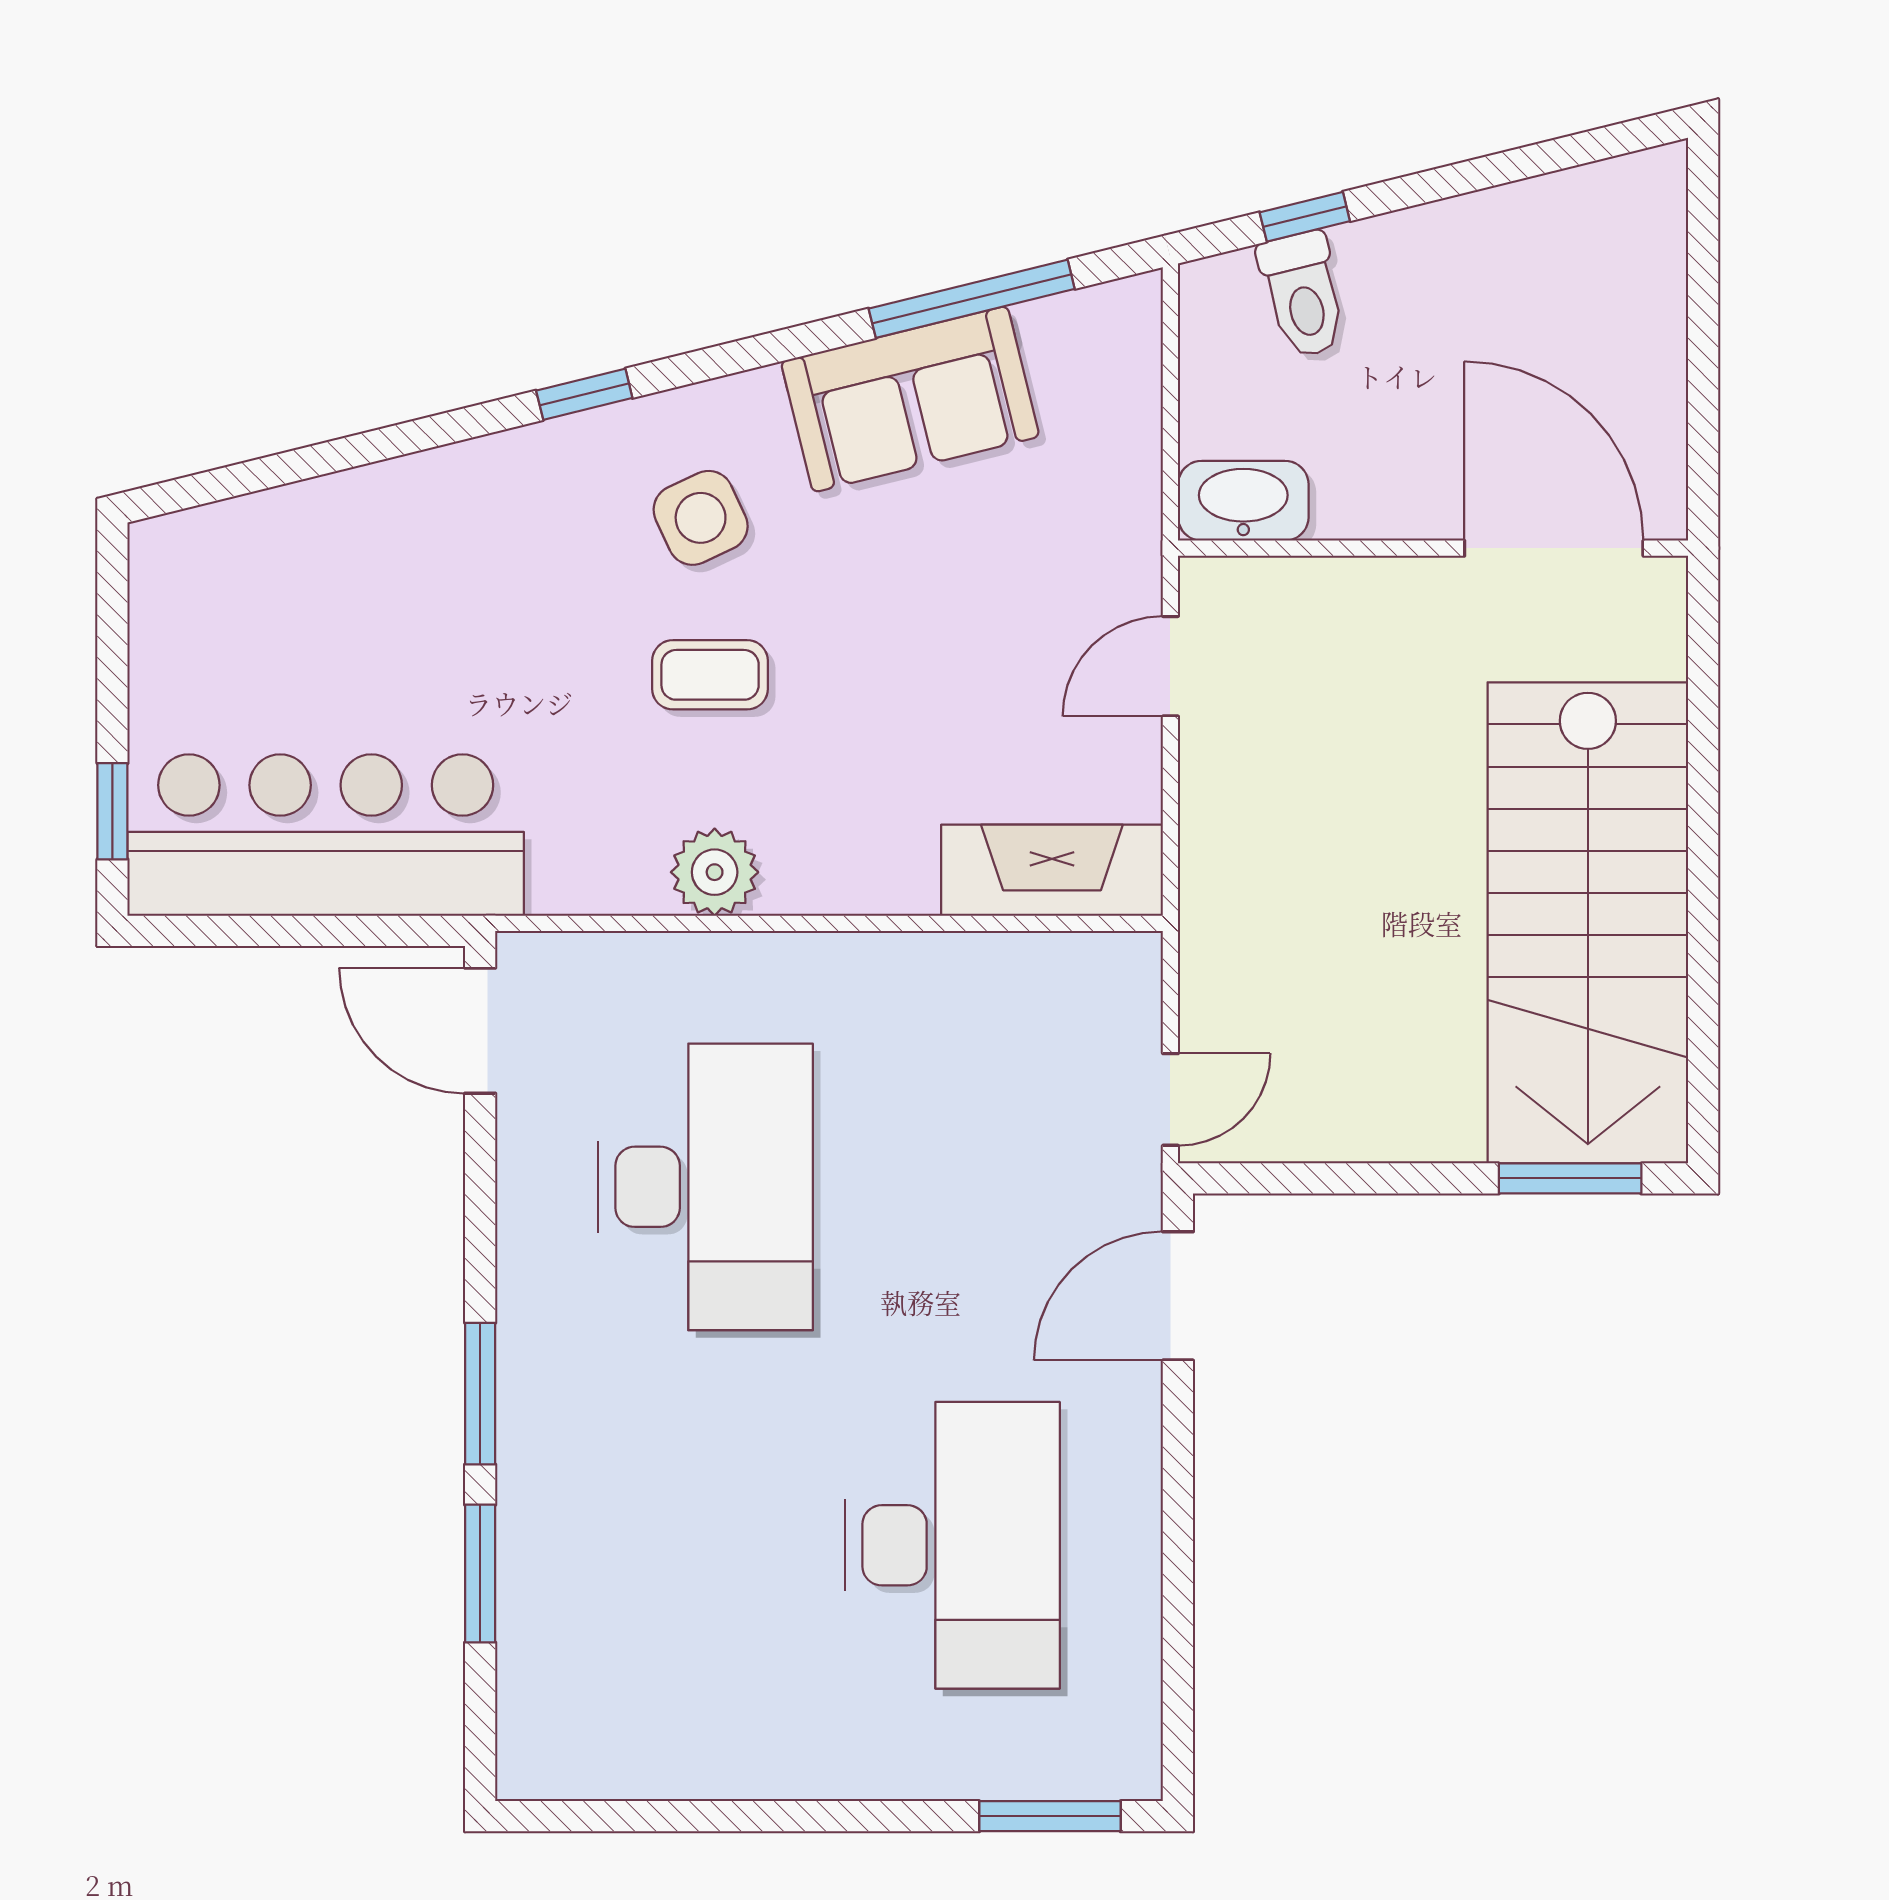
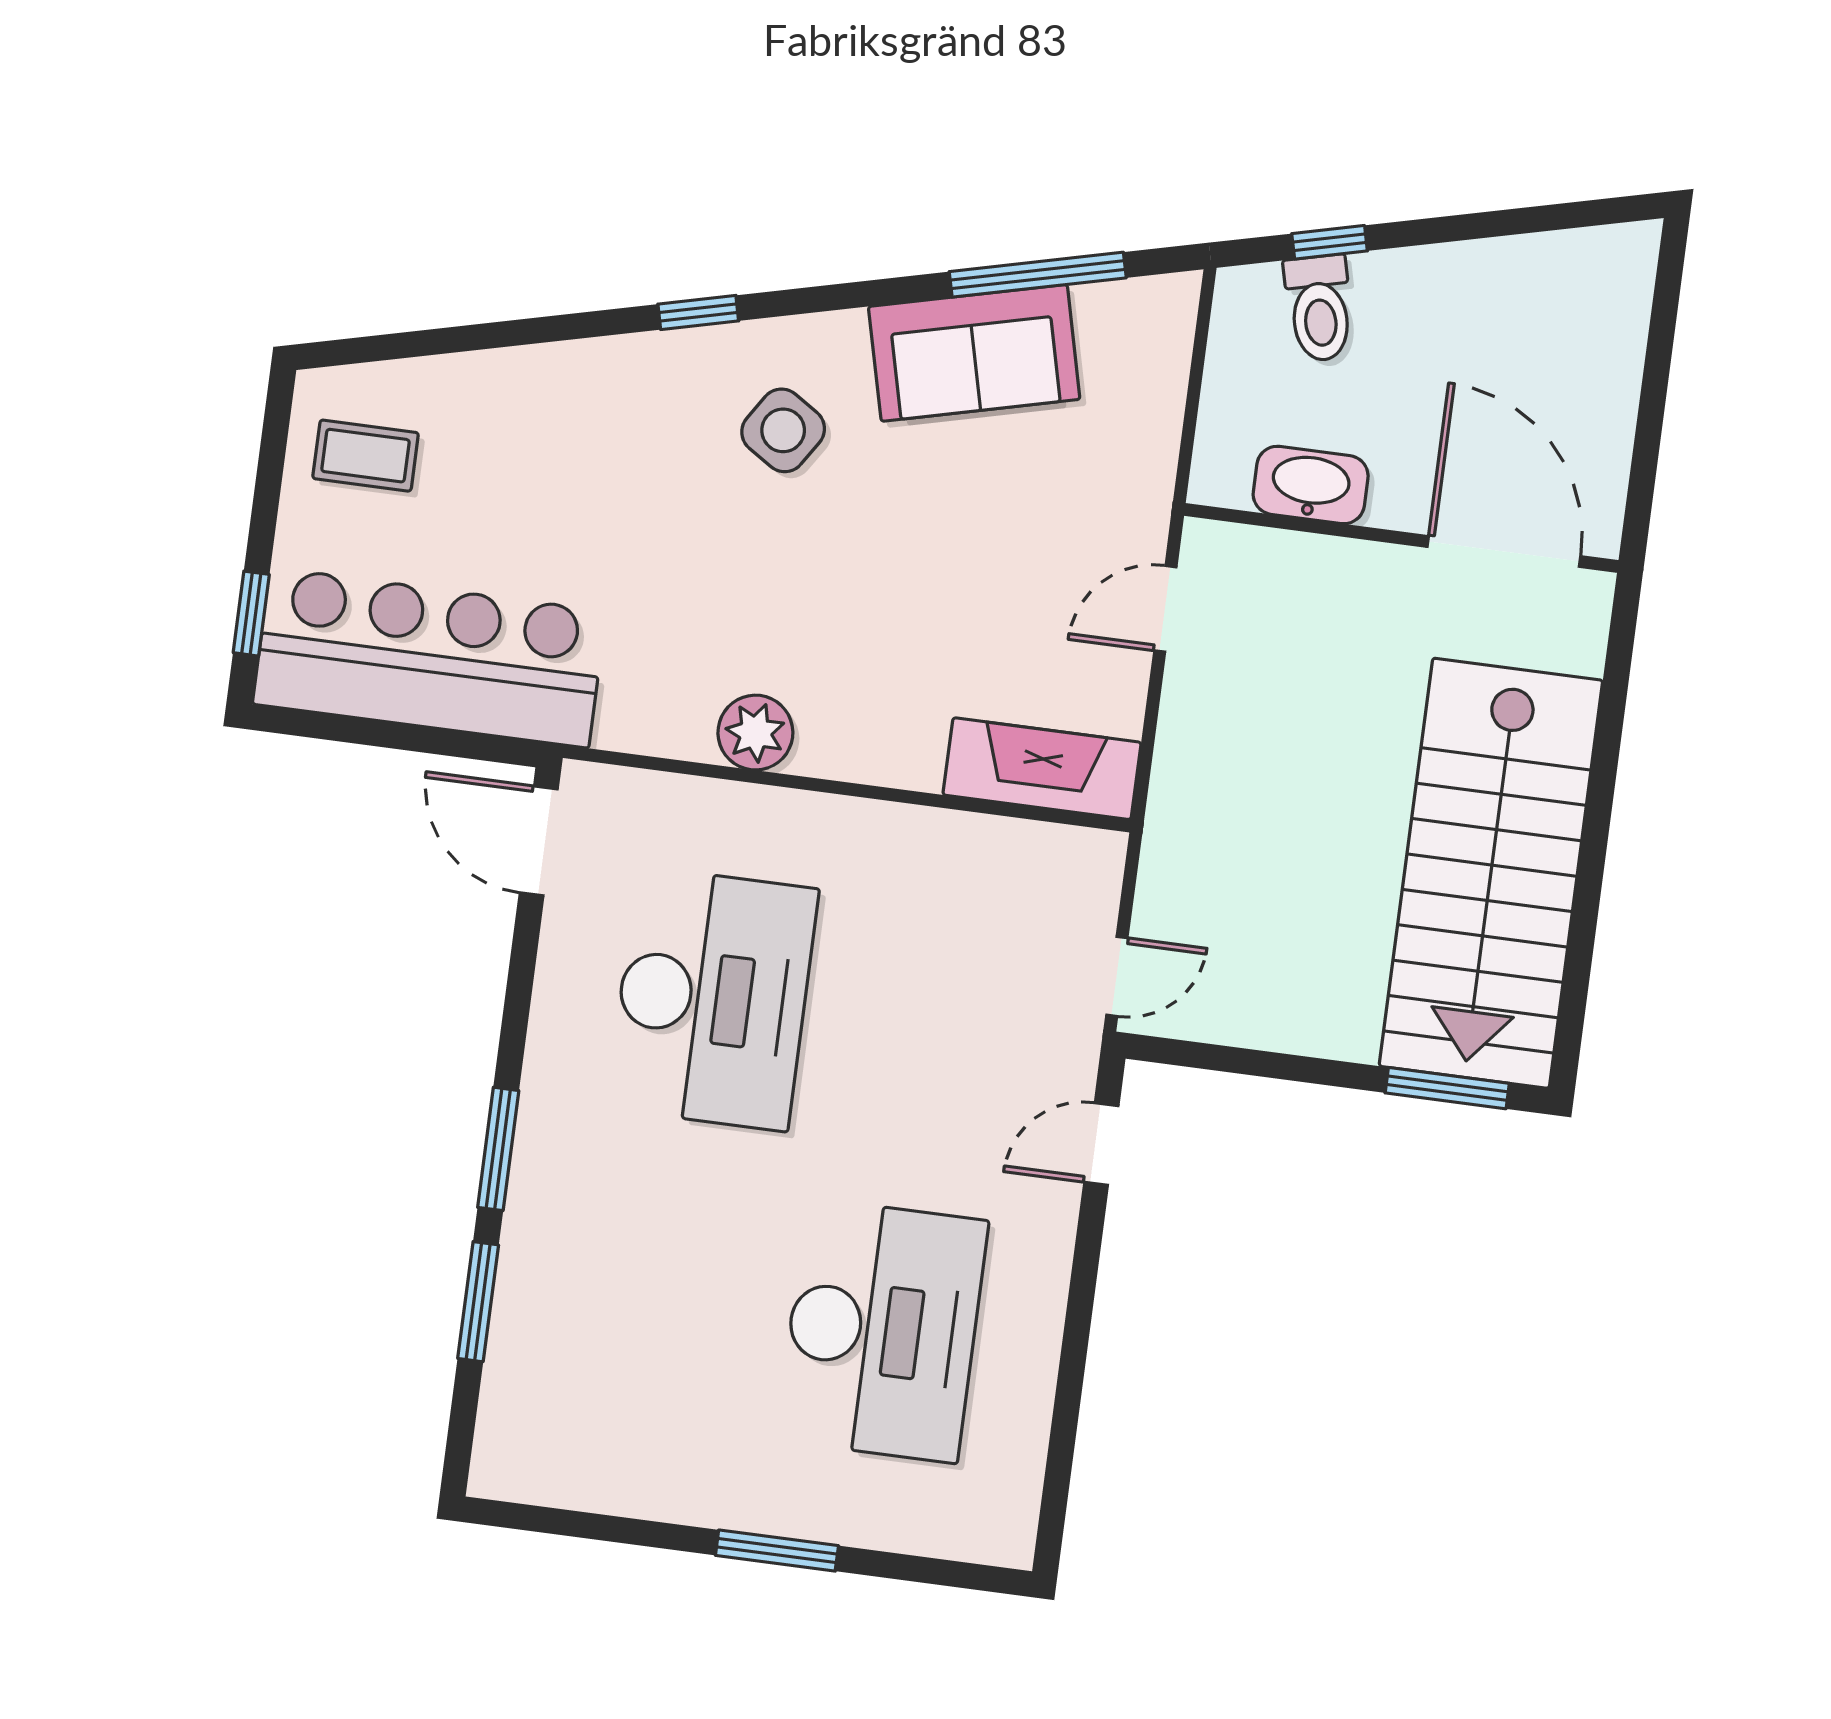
washbasin: (1243, 501) -> (1311, 485), moved
side table: (701, 518) -> (783, 430), turned -32
coffee table: (710, 675) -> (366, 456), moved
door: (1178, 1296) -> (1101, 1144), width x0.73
window: (1050, 1816) -> (777, 1551), moved

